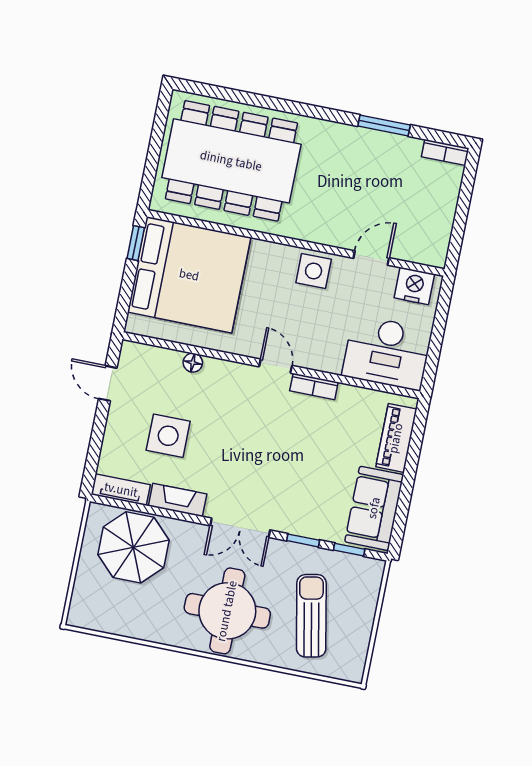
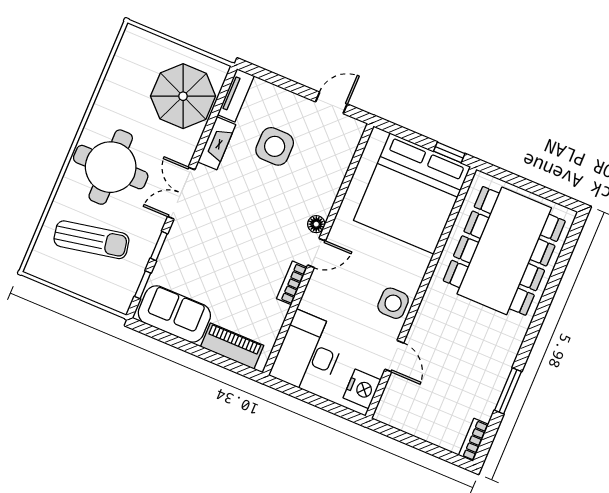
floor lamp: (193, 363) -> (316, 224), moved

